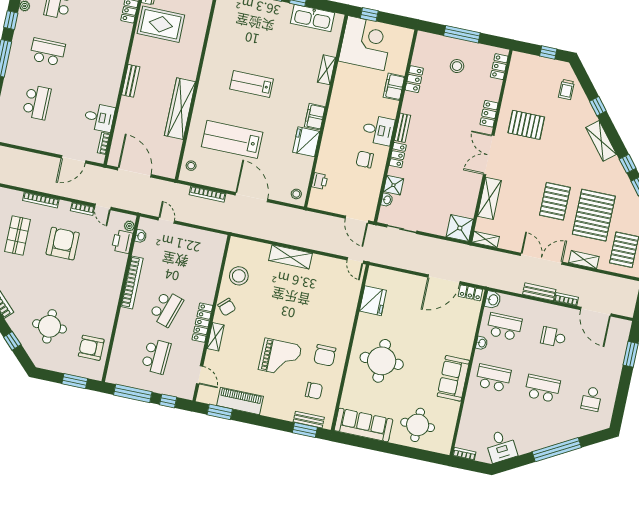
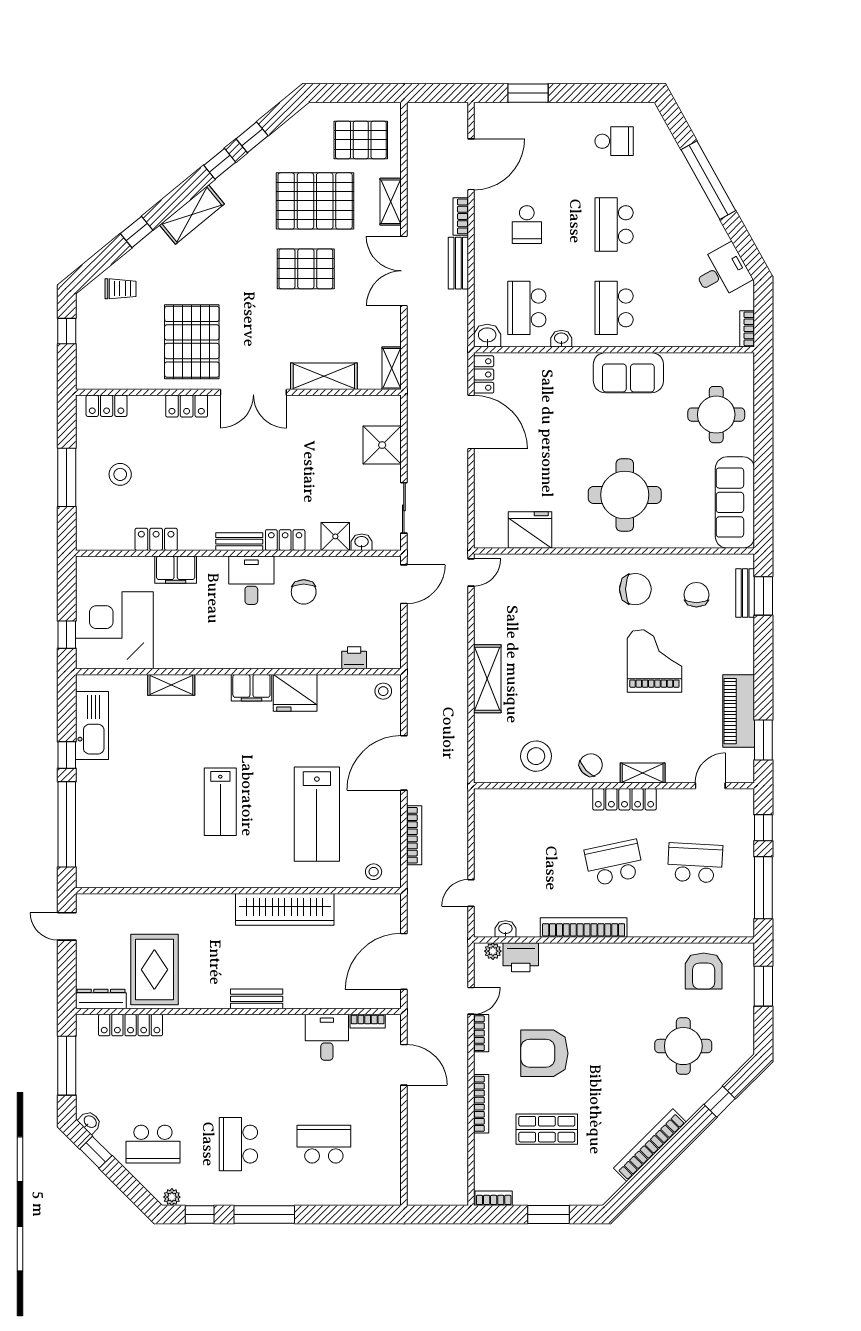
pallet: (526, 125) -> (192, 342), width x1.37, depth x1.41
shower: (460, 228) -> (382, 445), moved
school desk: (166, 308) -> (614, 863), turned -30

